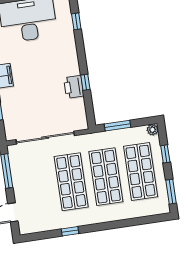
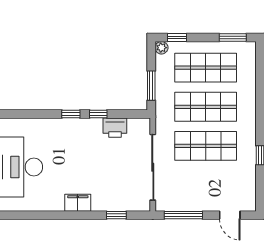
window: (76, 21) -> (71, 114), moved
printer: (74, 87) -> (115, 128), moved
window: (165, 154) -> (177, 37), moved

